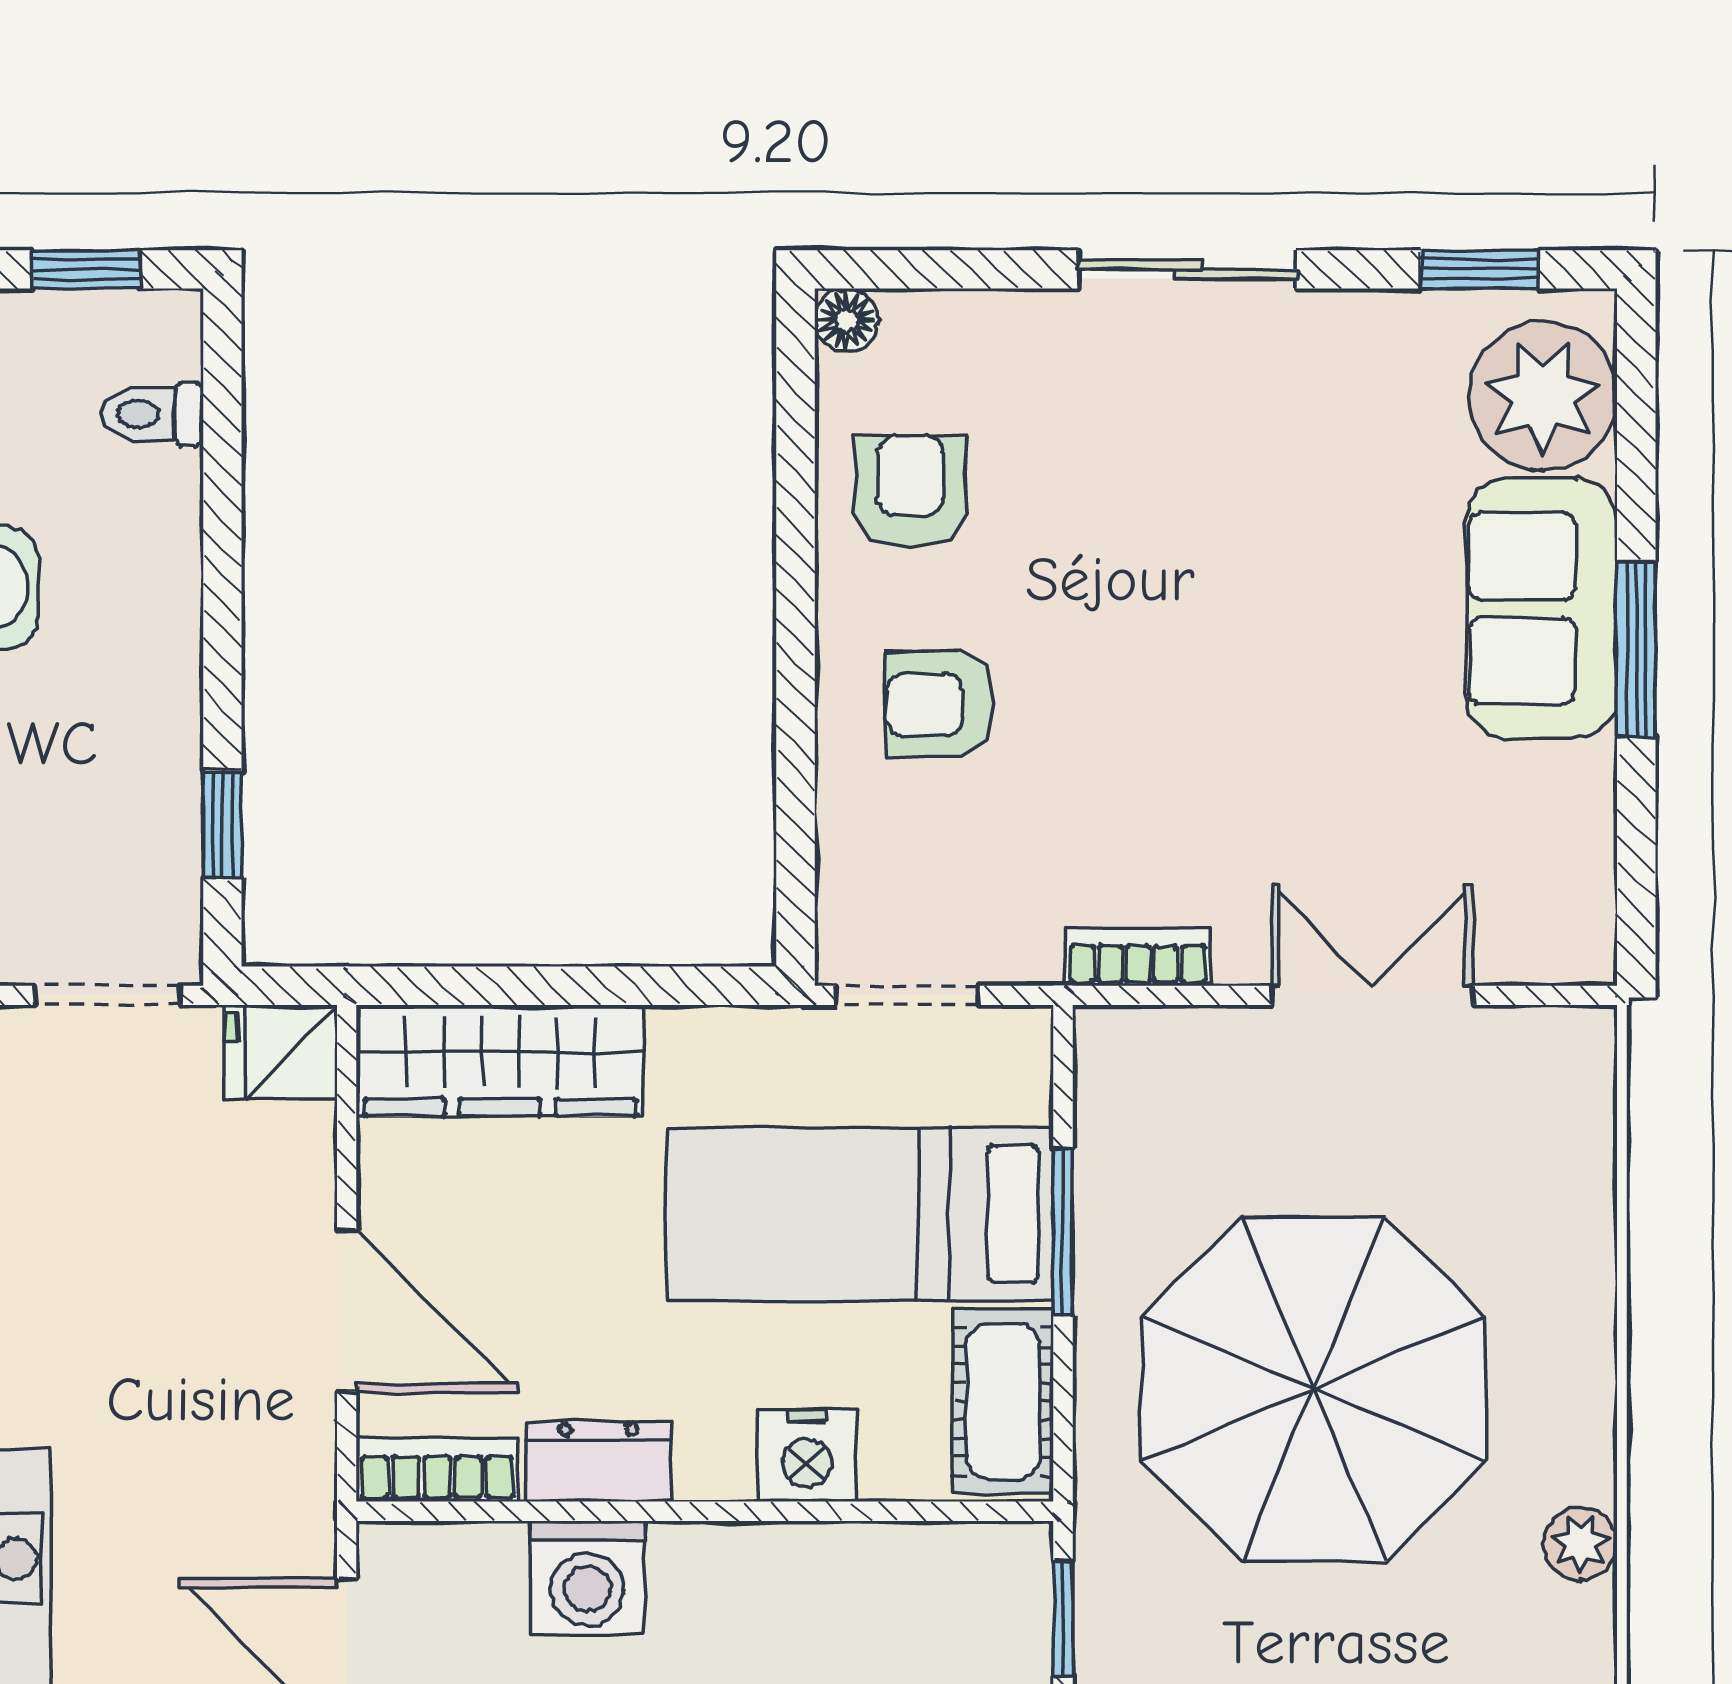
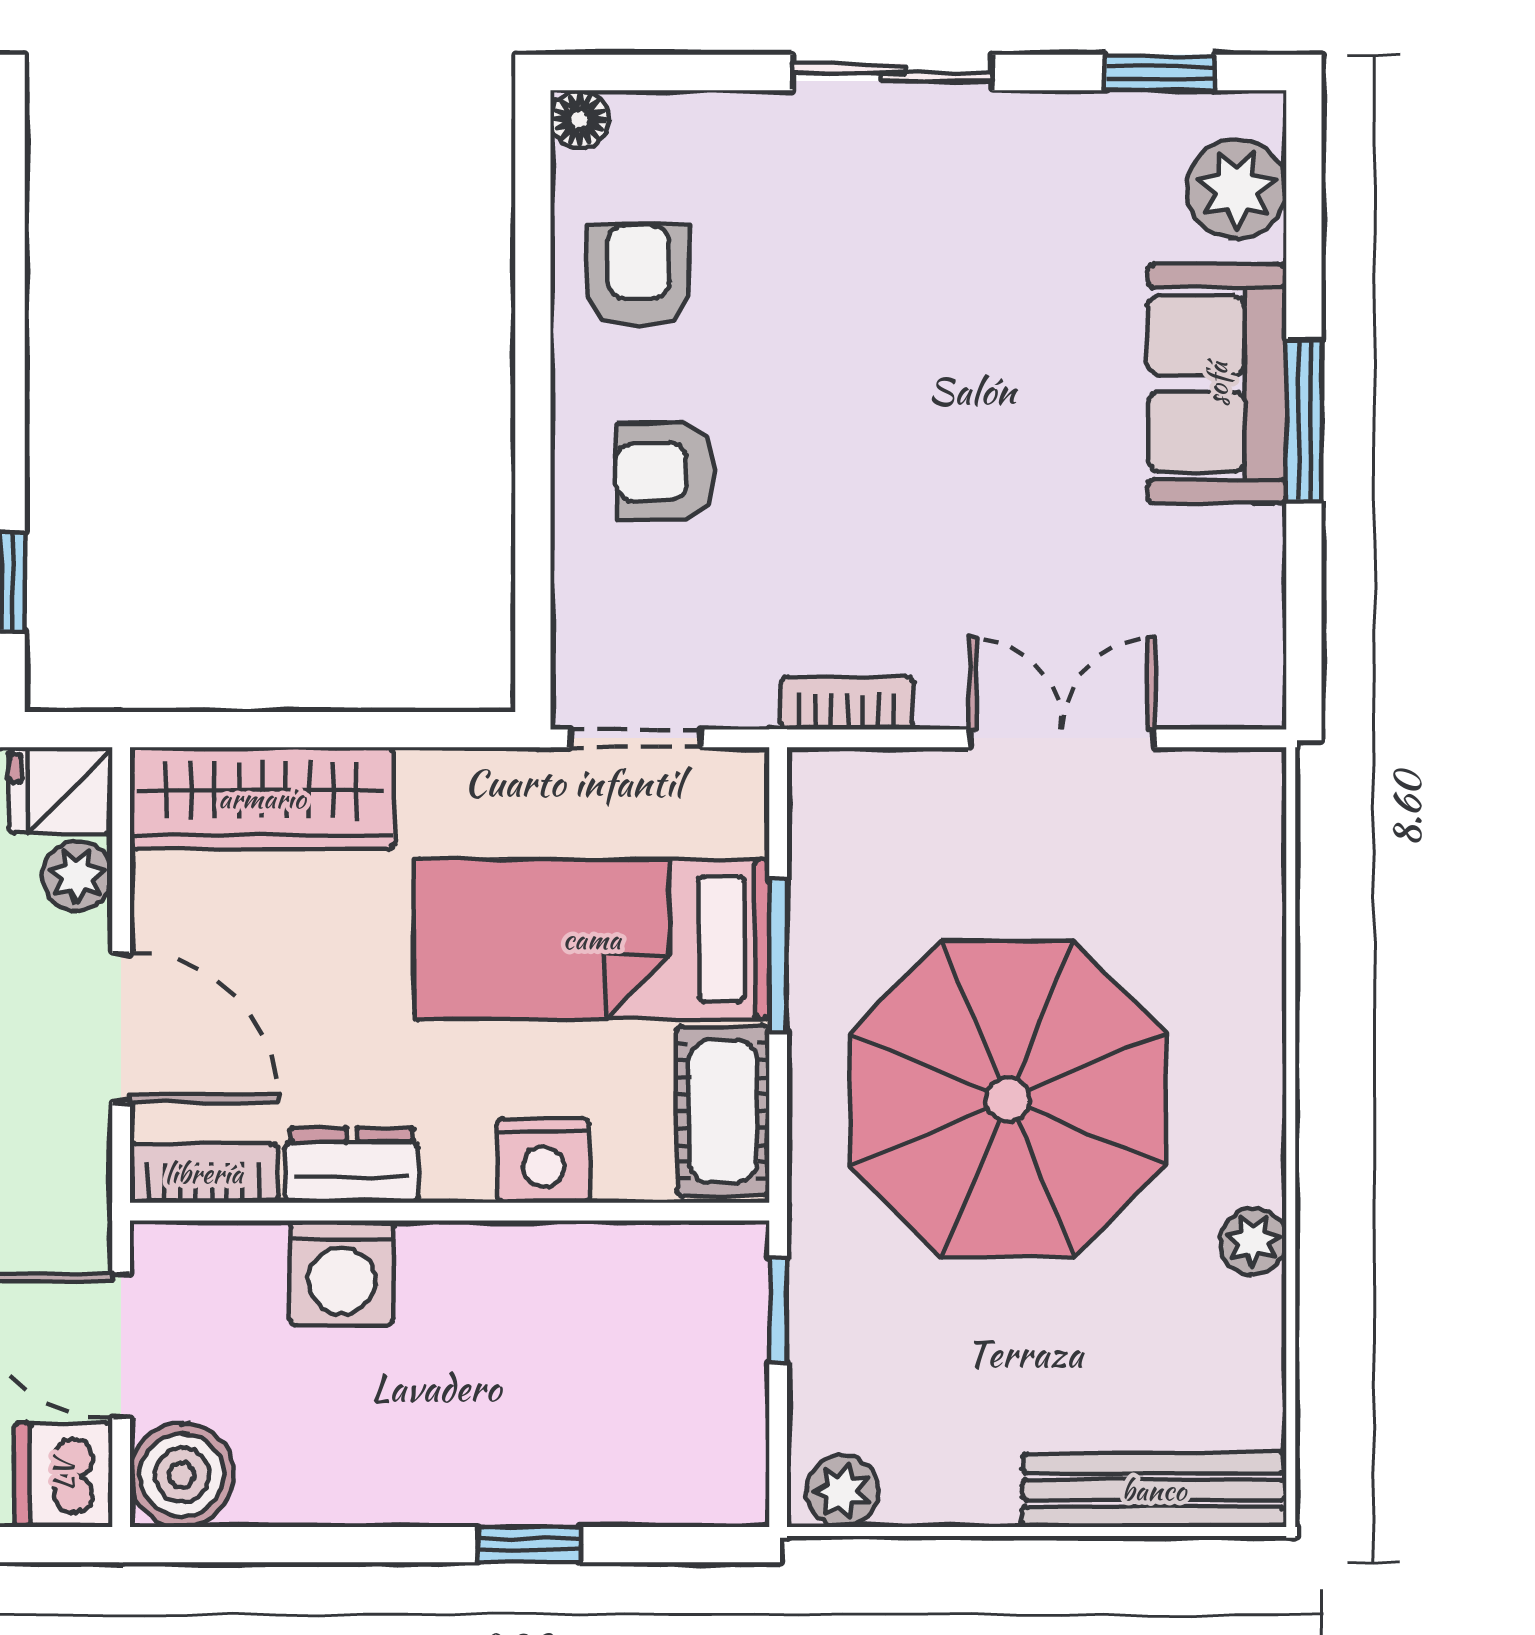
plant: (1543, 396) -> (1237, 189), width x0.73, depth x0.73
plant: (299, 1145) -> (77, 876), added

